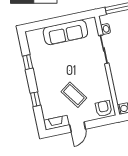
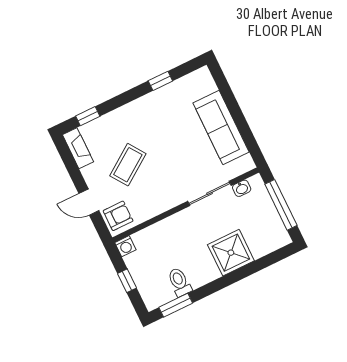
window: (35, 99) -> (88, 116), moved
door: (78, 127) -> (89, 202), moved

